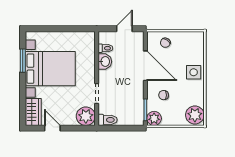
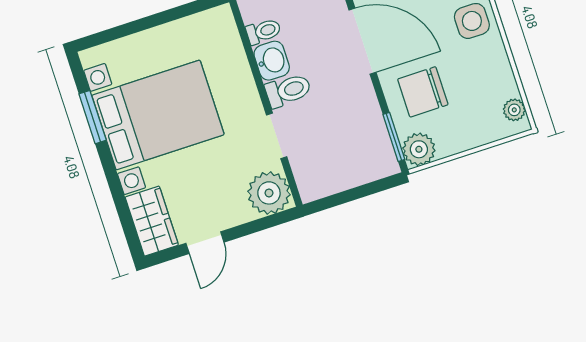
chair: (164, 95) -> (423, 92), width x1.87, depth x1.87
plant: (195, 115) -> (514, 110), width x0.53, depth x0.53
toilet: (108, 120) -> (288, 90), moved
door: (52, 128) -> (205, 243), swing flipped

